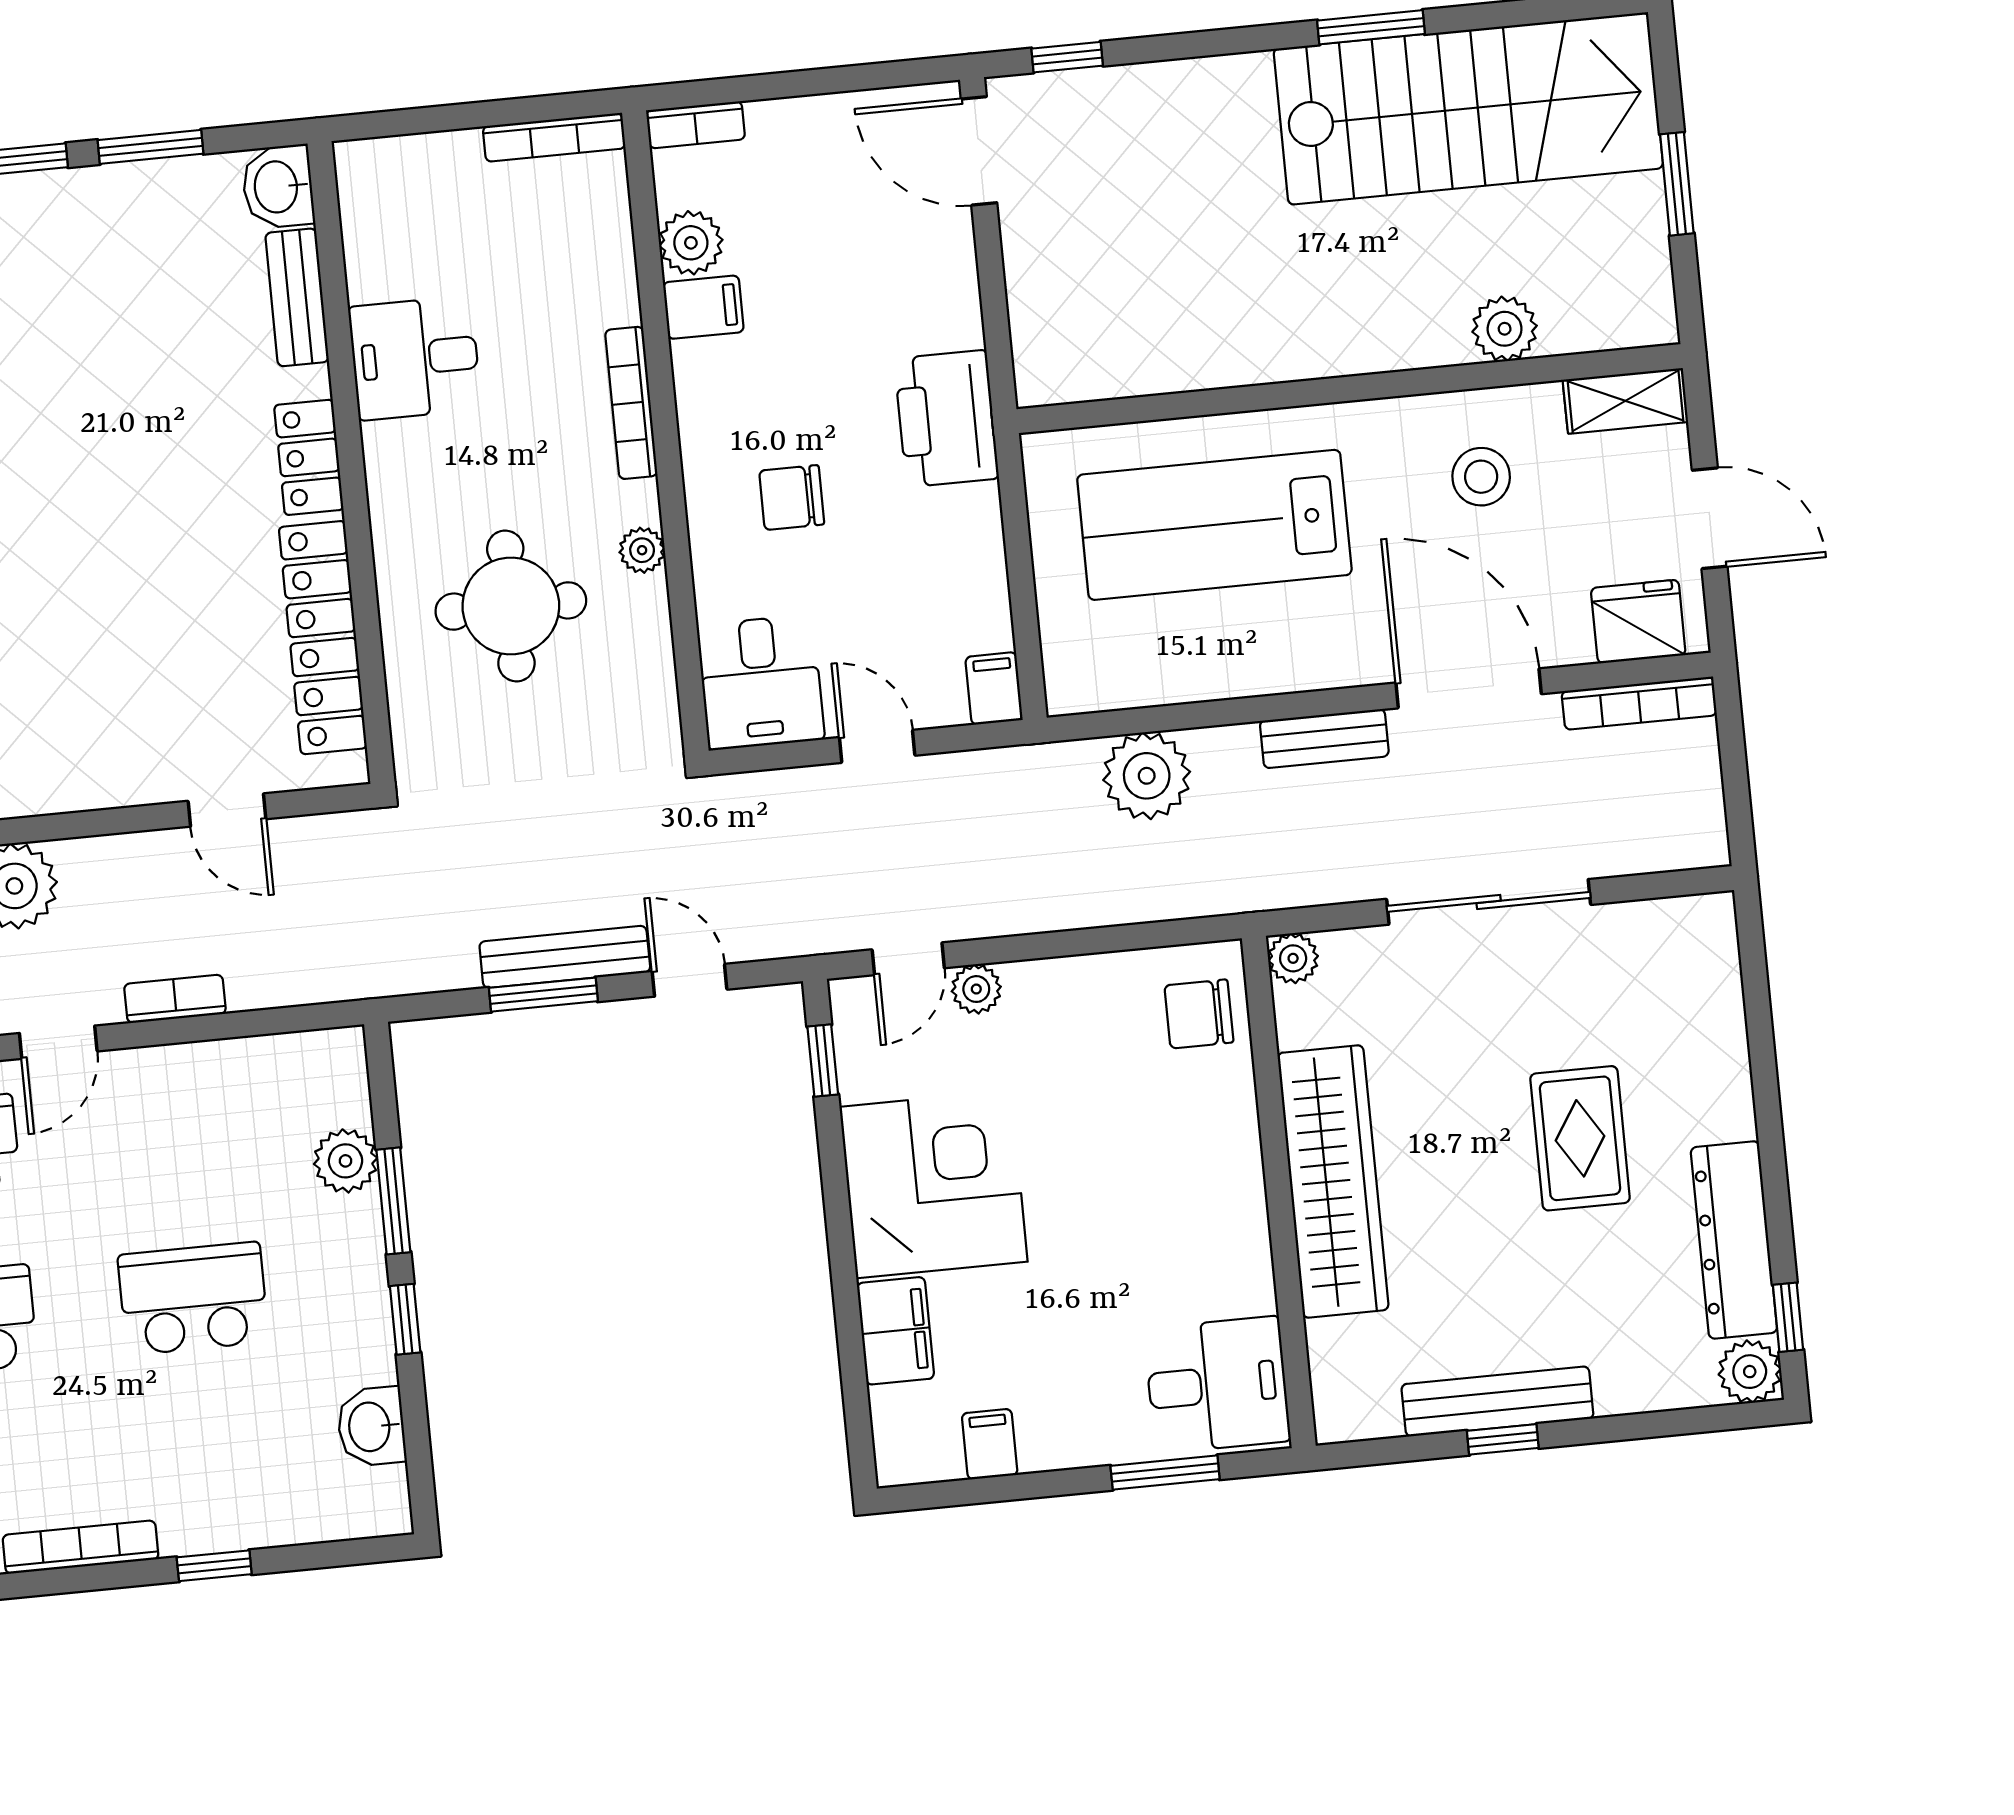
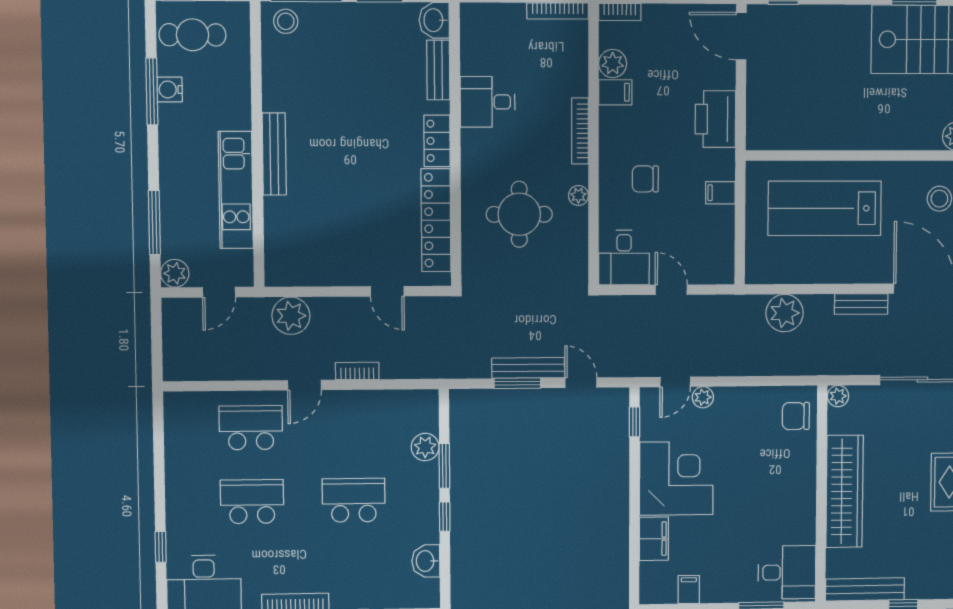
printer: (947, 419) -> (715, 119), moved
filing cabinet: (994, 688) -> (720, 193), moved, turned -90
bench: (1497, 1401) -> (865, 589), moved

